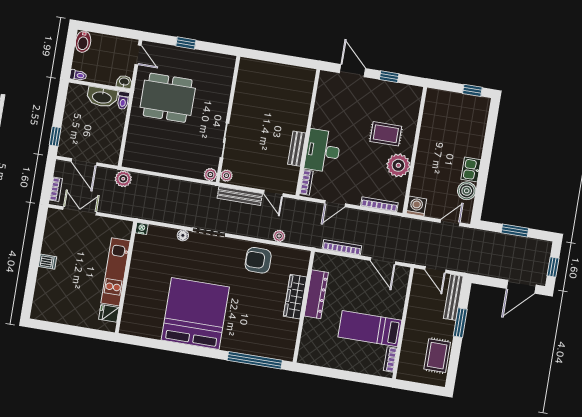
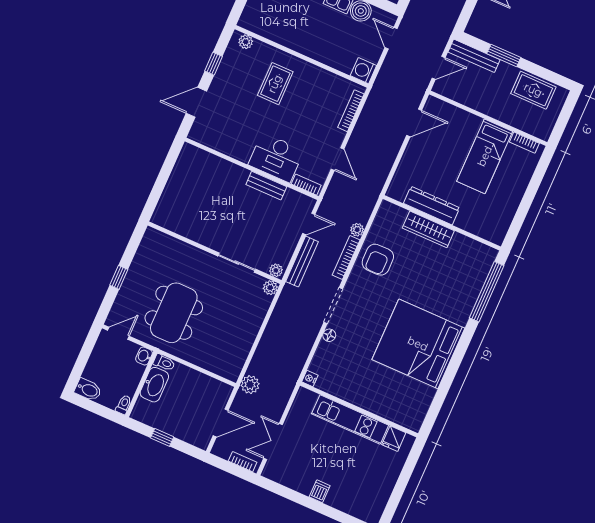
window: (55, 136) -> (162, 437), moved
plant: (398, 165) -> (246, 42), moved, width x0.53, depth x0.53
bookcase: (342, 247) -> (346, 258), moved

